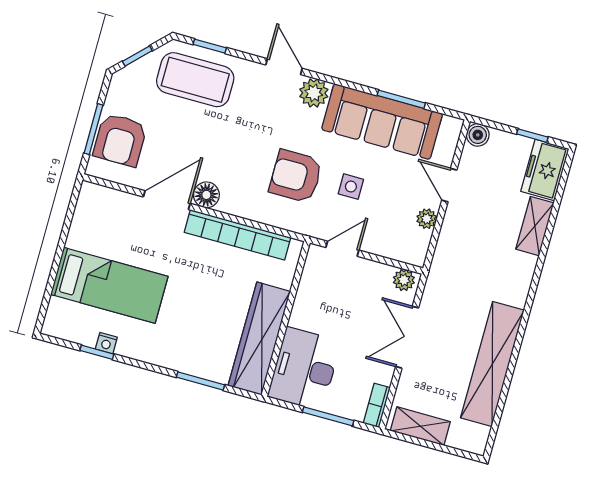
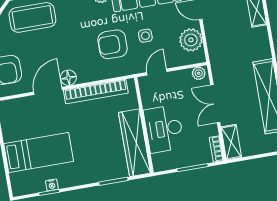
plant: (427, 219) -> (191, 40), width x1.88, depth x1.88
desk: (304, 369) -> (164, 129), moved
shelving: (420, 426) -> (231, 142), moved, turned 90

